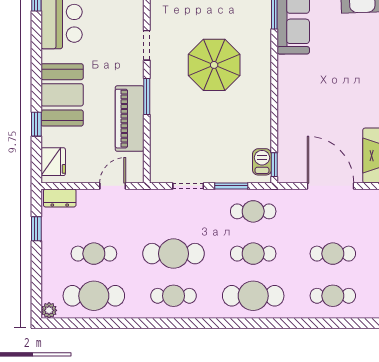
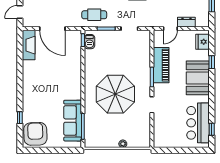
parasol: (214, 65) -> (115, 94), width x1.36, depth x1.36
dresser: (60, 198) -> (186, 22), moved

